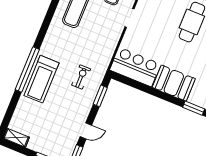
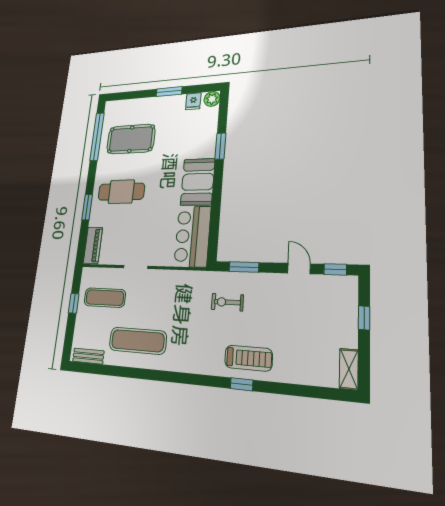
window: (27, 69) -> (242, 384), width x0.32
treadmill: (41, 79) -> (248, 358), width x0.73, depth x0.73

